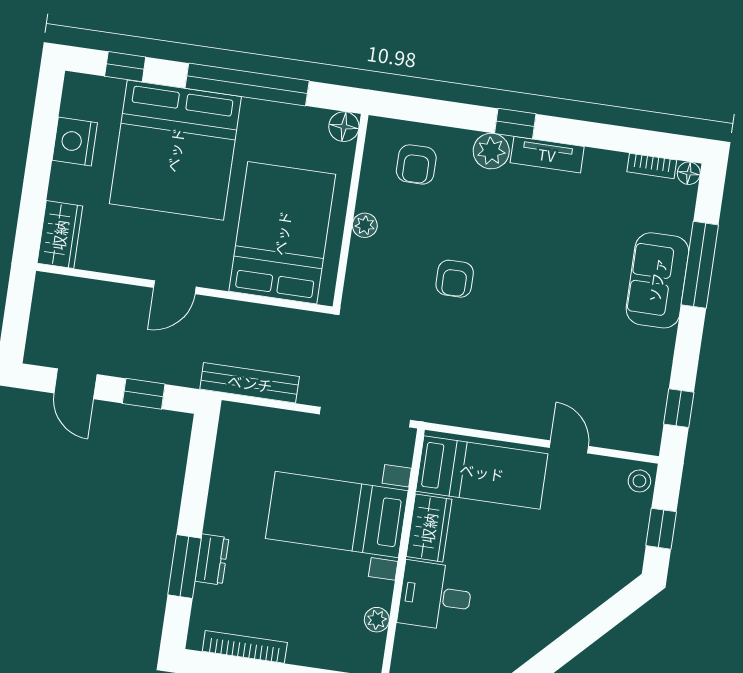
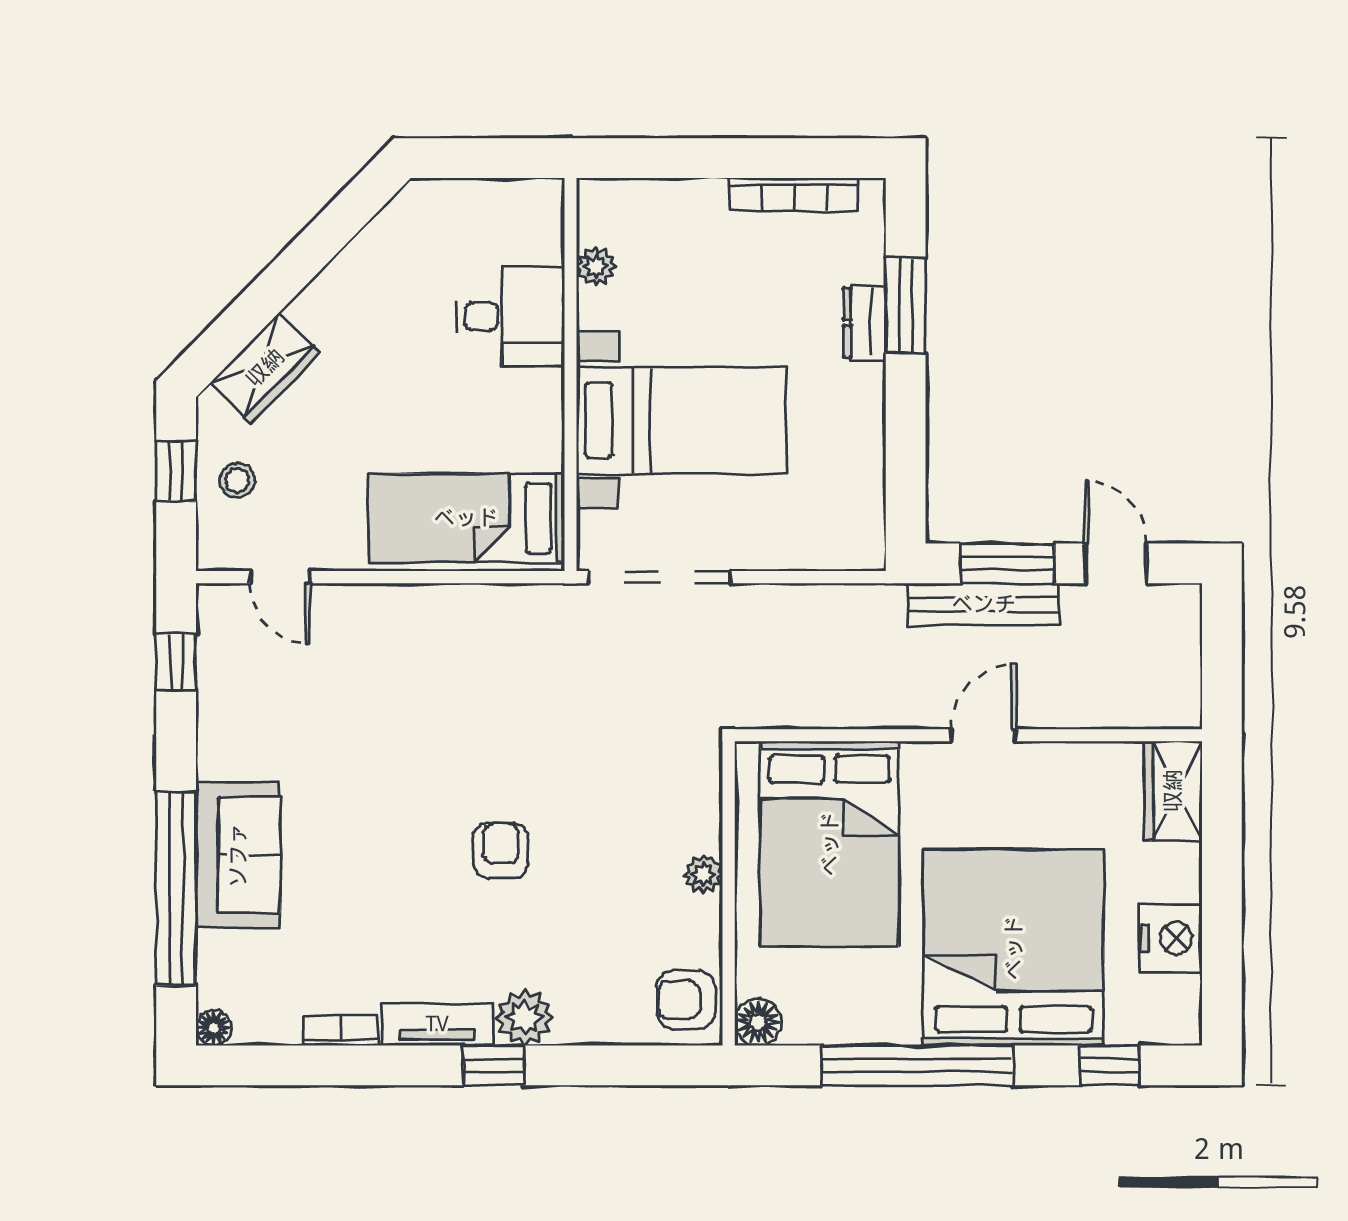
armchair: (416, 164) -> (686, 1000), moved, turned -90
bookcase: (652, 166) -> (340, 1031), moved
window: (700, 265) -> (176, 889), width x1.46
armchair: (455, 279) -> (501, 850), moved
bench: (250, 383) -> (984, 604), moved
window: (144, 394) -> (1008, 563), width x1.50
door: (569, 447) -> (280, 577), moved
stool: (639, 481) -> (237, 480), moved
wardrobe: (429, 528) -> (265, 368), moved, turned -136

